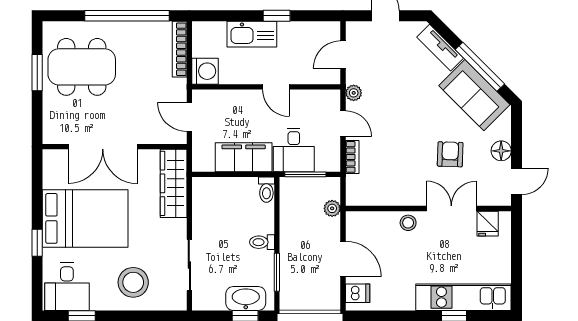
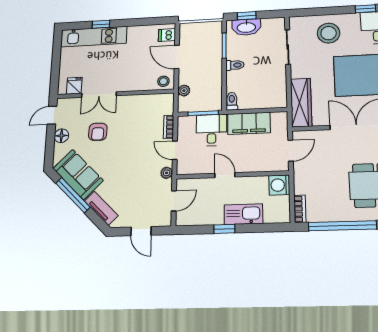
bookcase: (180, 49) -> (300, 209), width x0.64
door: (189, 117) -> (291, 151), hinge flipped
stool: (408, 223) -> (163, 81), moved

